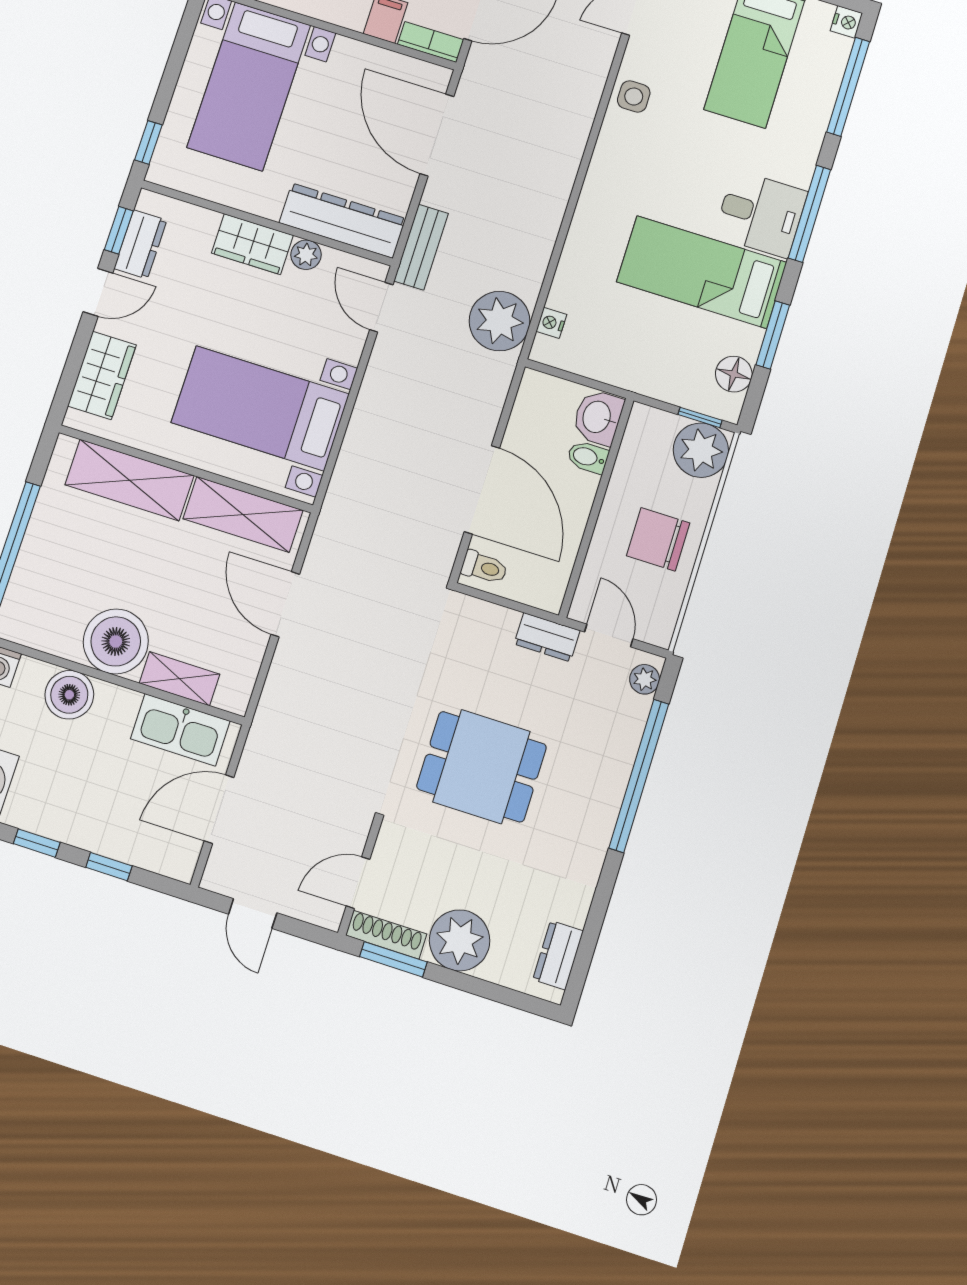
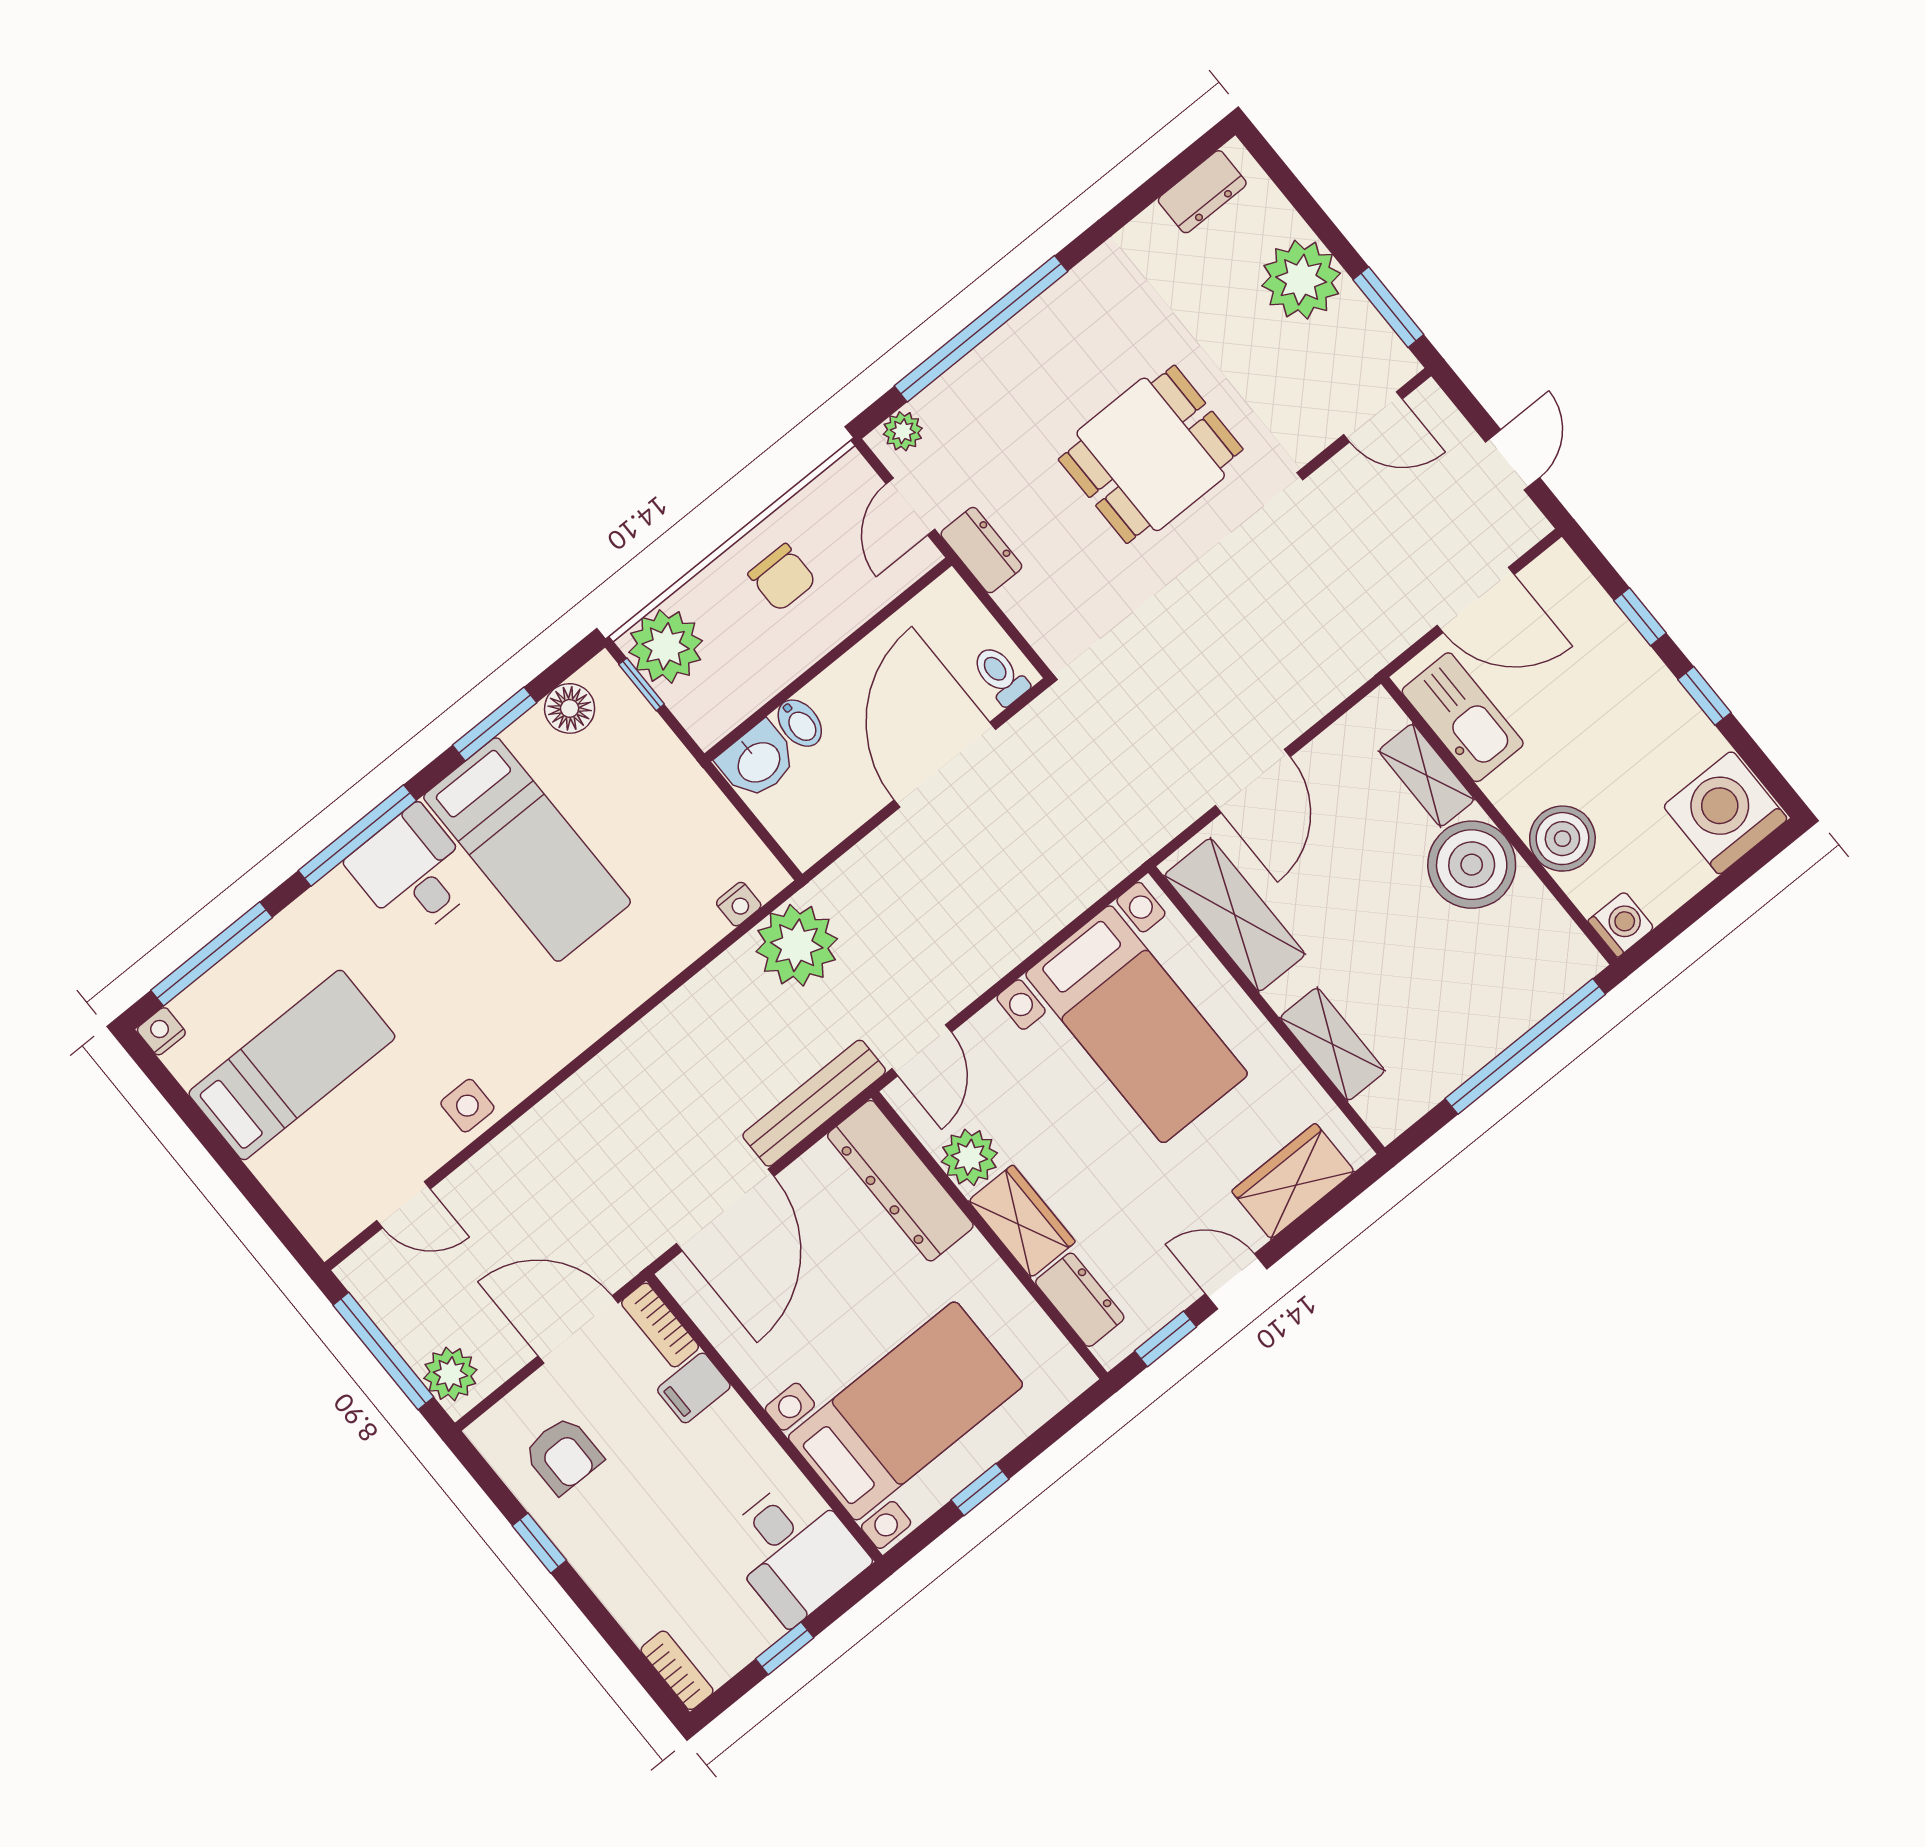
window: (148, 142) -> (980, 1489), moved
dresser: (140, 244) -> (1080, 1300), moved, turned 90
bench: (421, 247) -> (814, 1103), width x1.36
plant: (306, 255) -> (969, 1157), width x1.38, depth x1.38
shelving: (129, 480) -> (1332, 1044), width x0.67, depth x0.75
chair: (658, 539) -> (782, 578), width x0.73, depth x0.73
dining table: (481, 767) -> (1151, 454), turned 90
shoe rack: (386, 935) -> (1379, 339), removed

